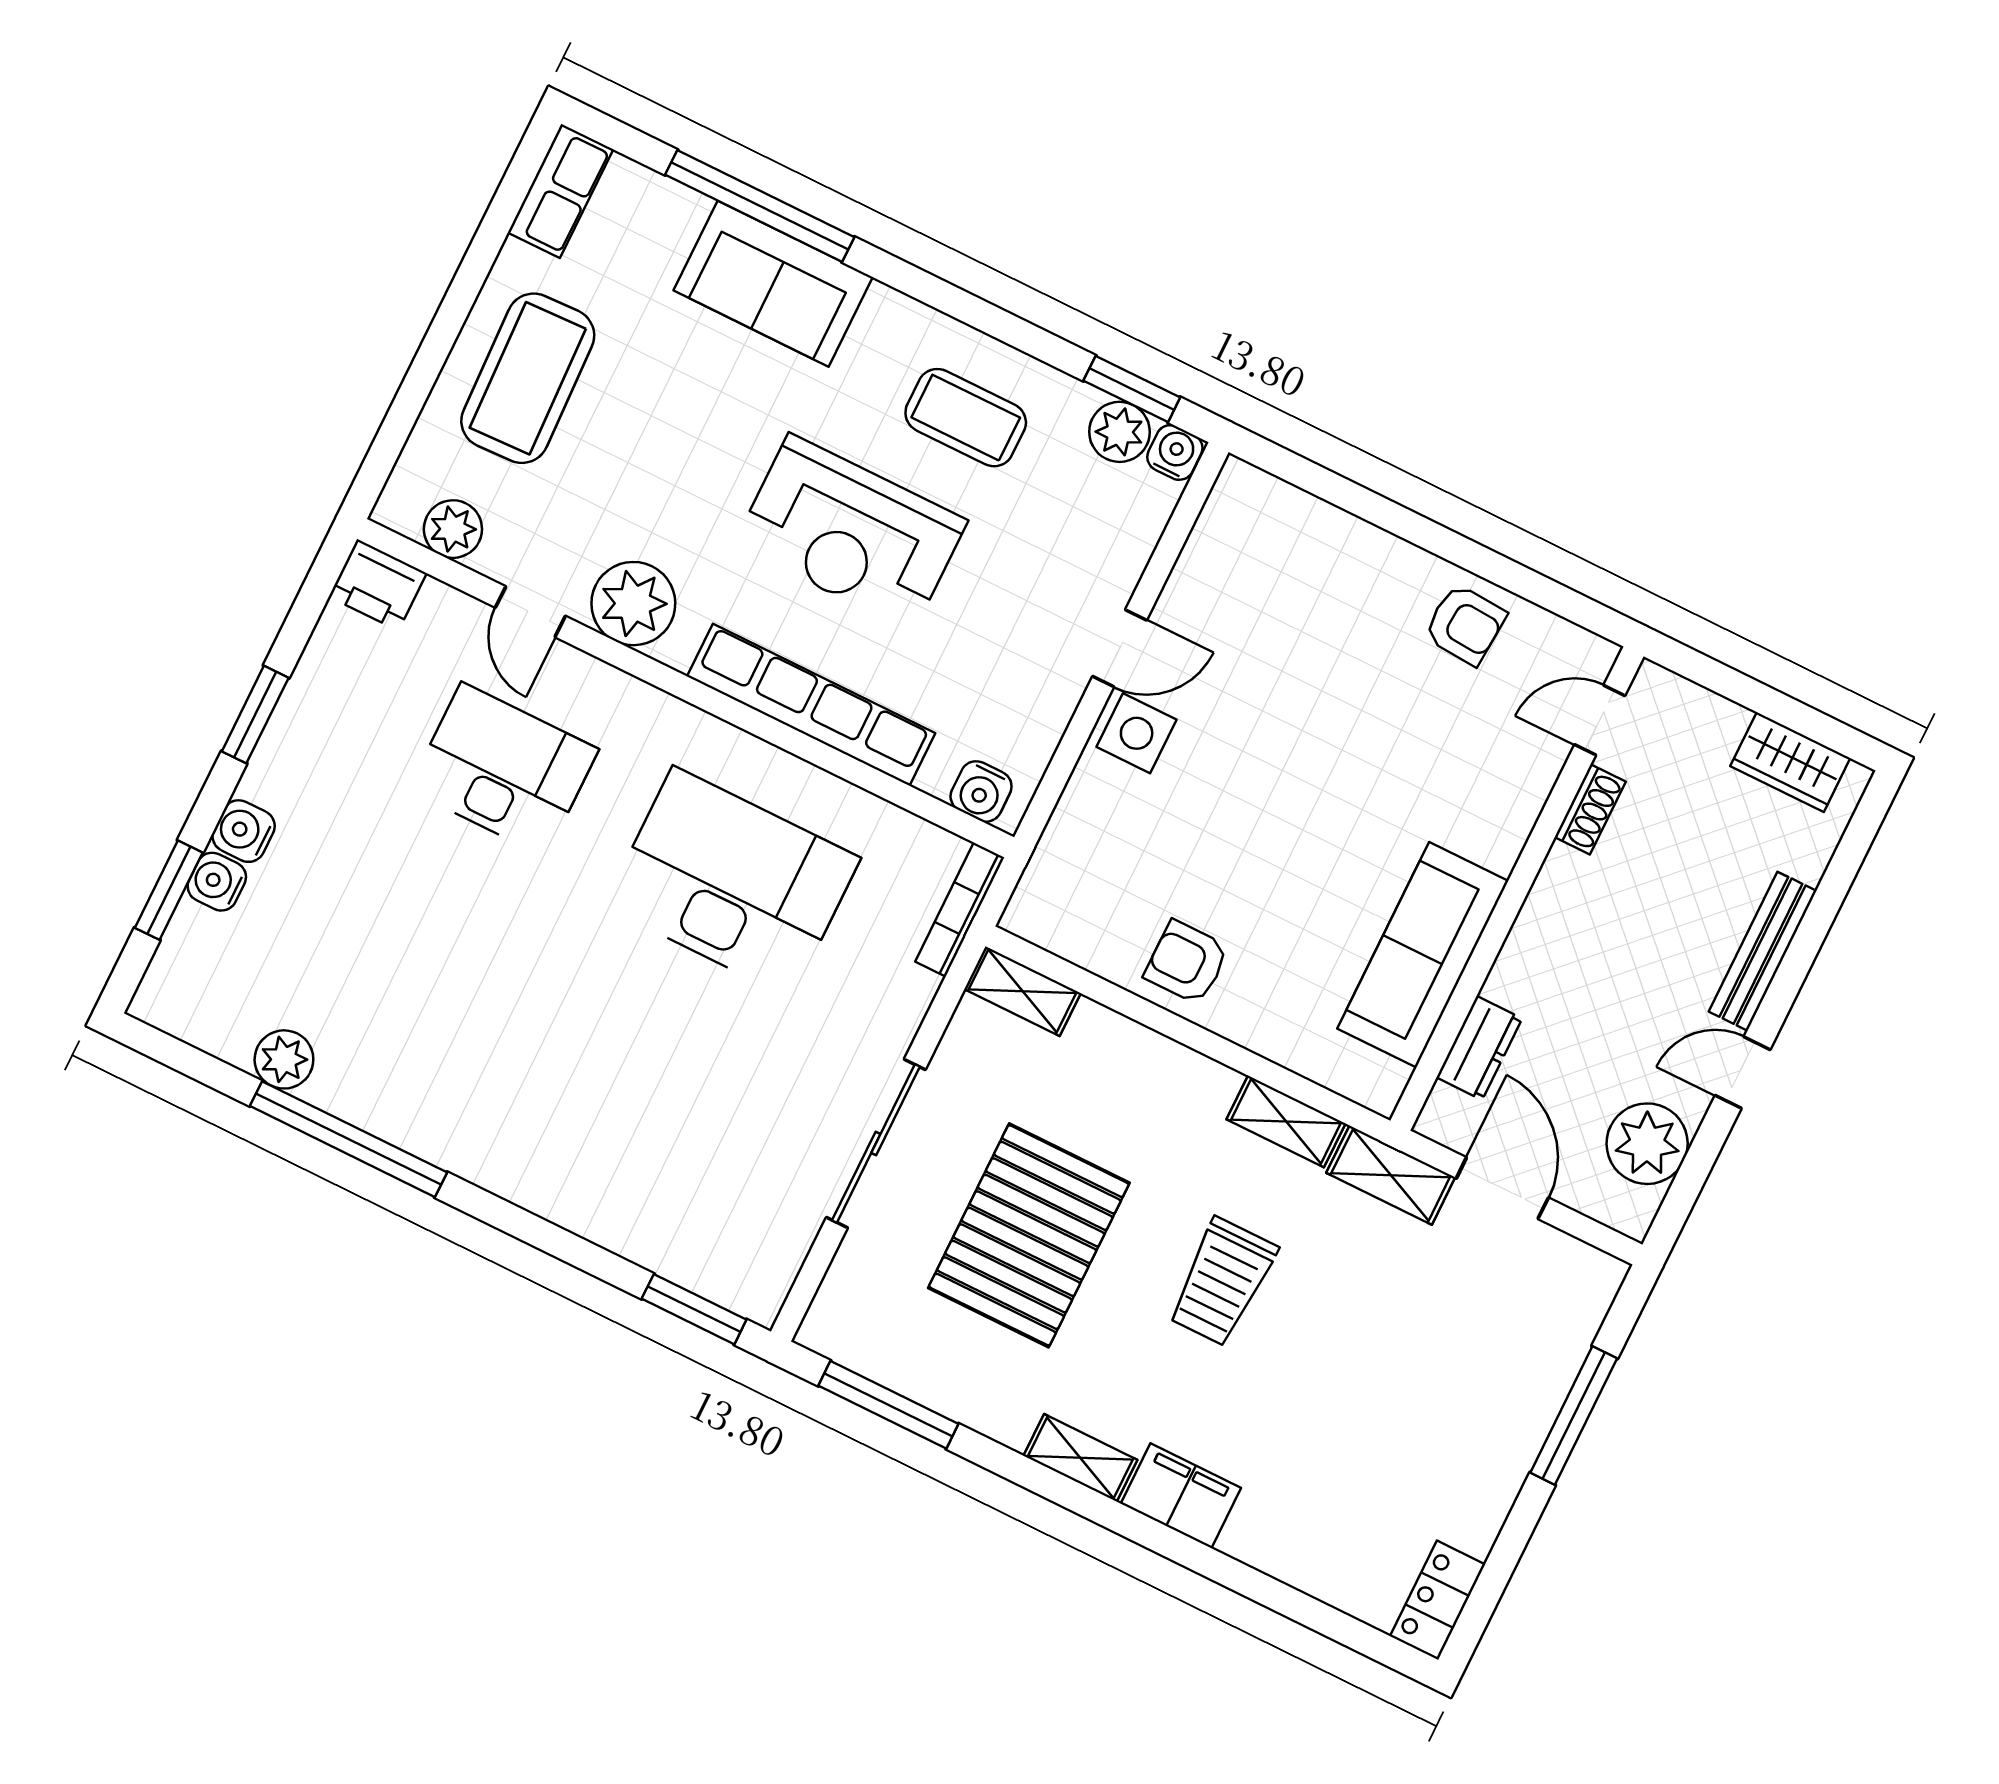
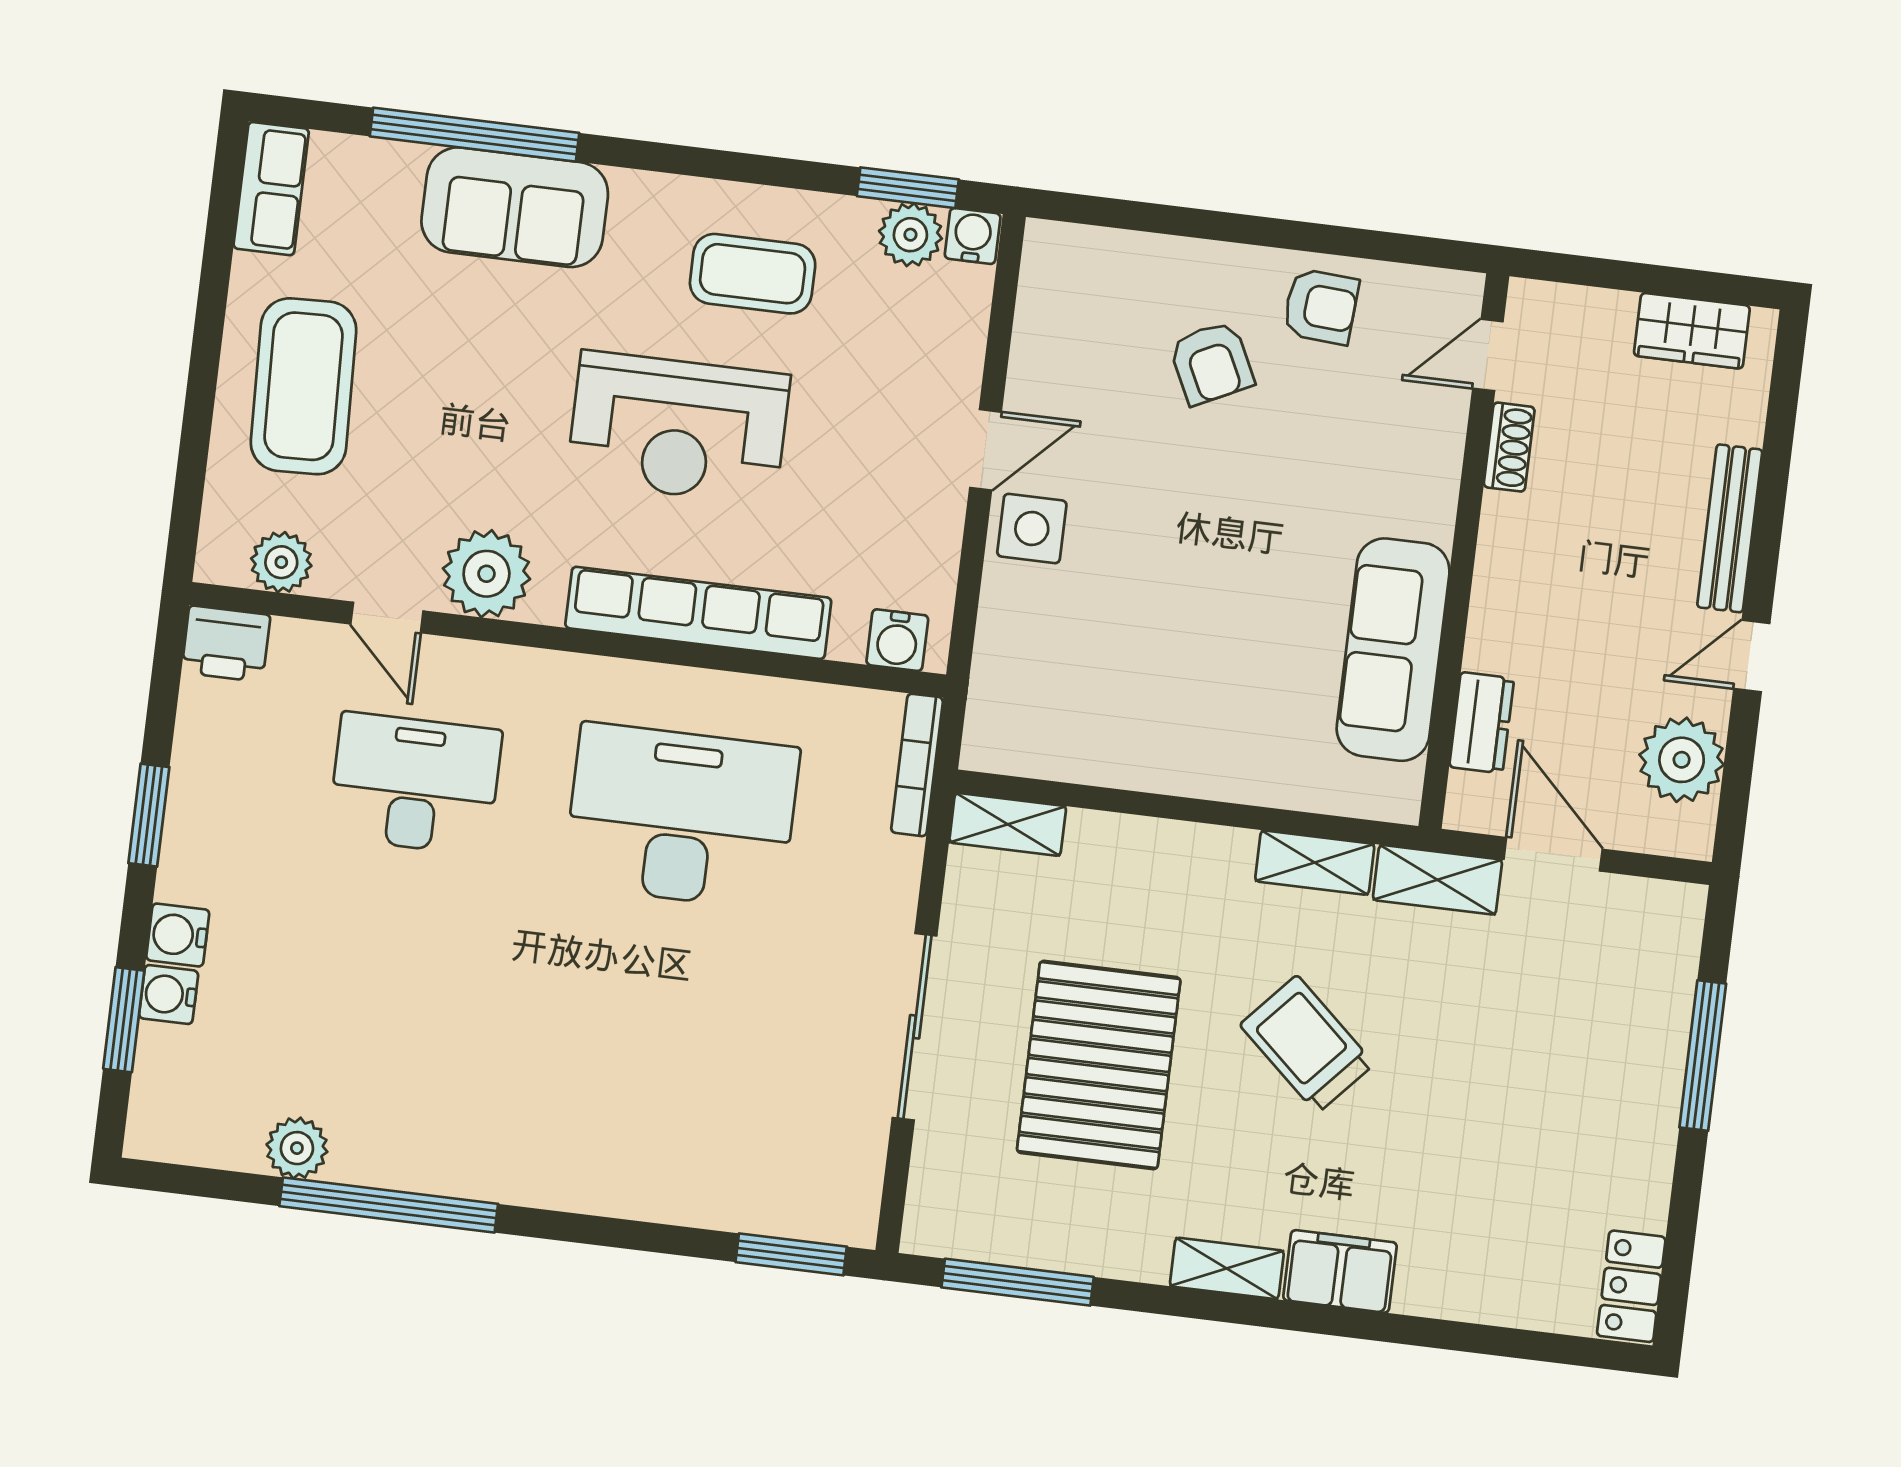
armchair: (1187, 962) -> (1212, 363), moved, turned -116
trolley: (1222, 1282) -> (1307, 1044), turned 132

